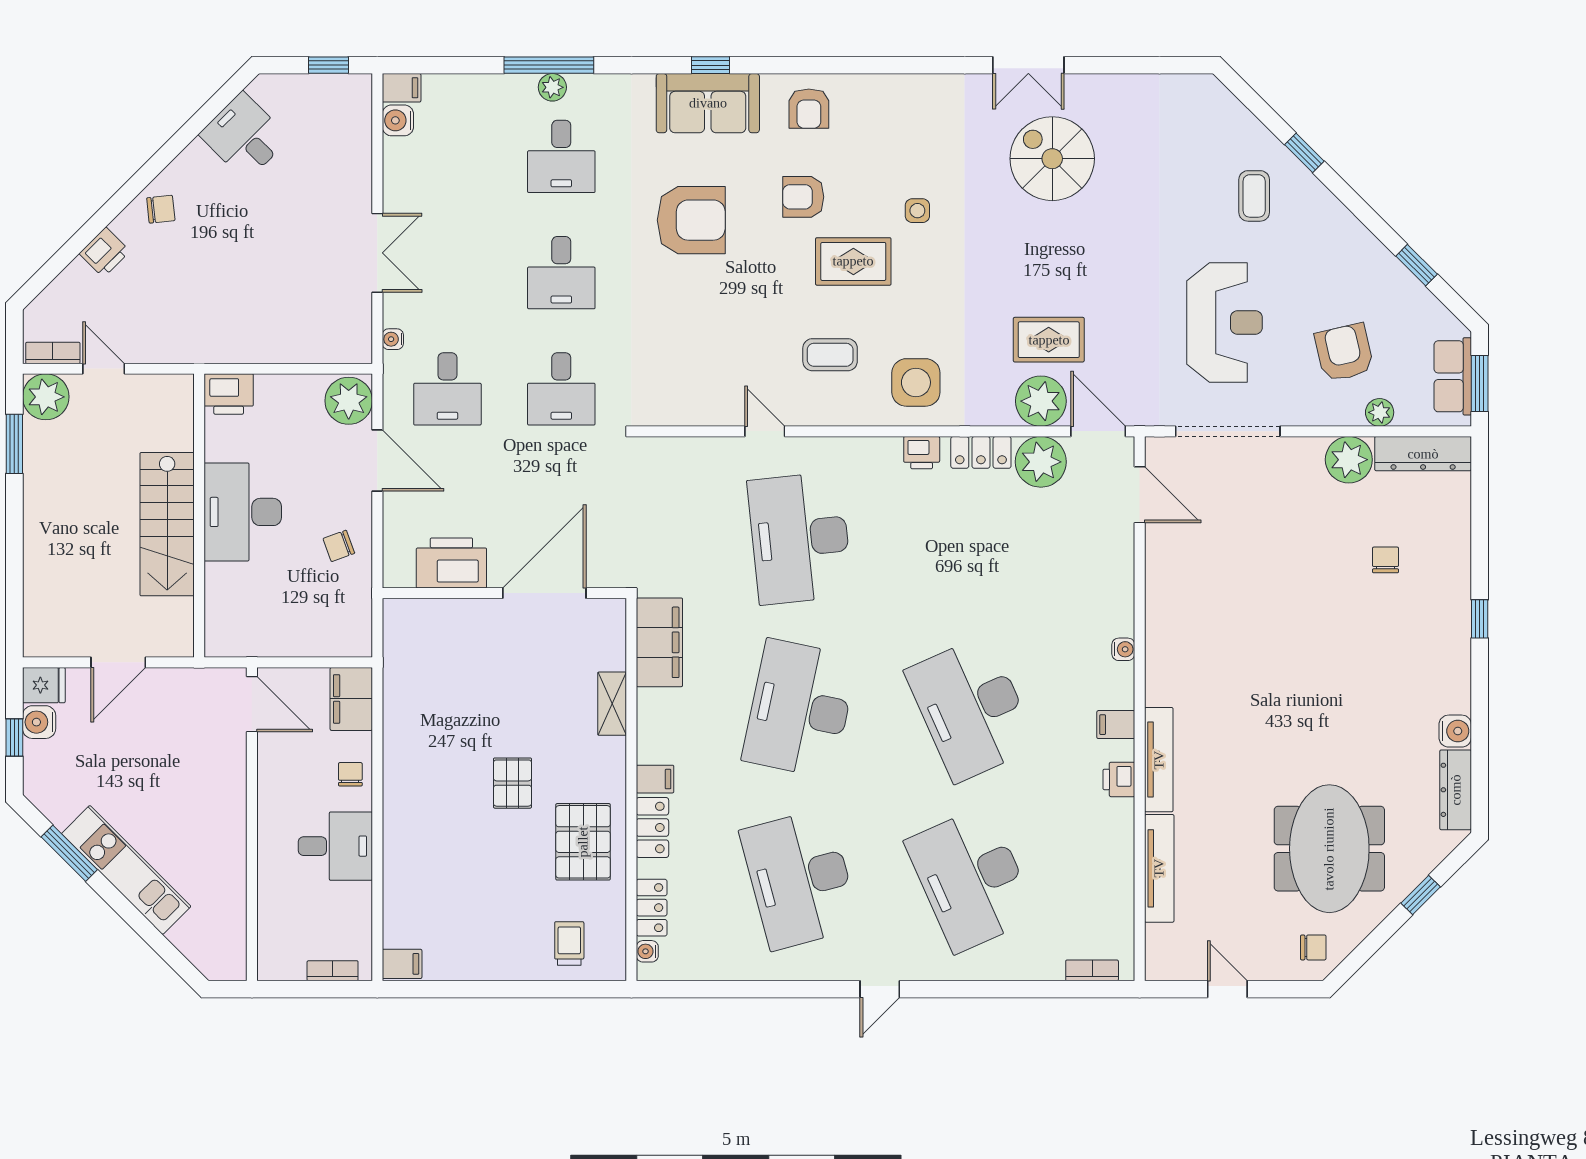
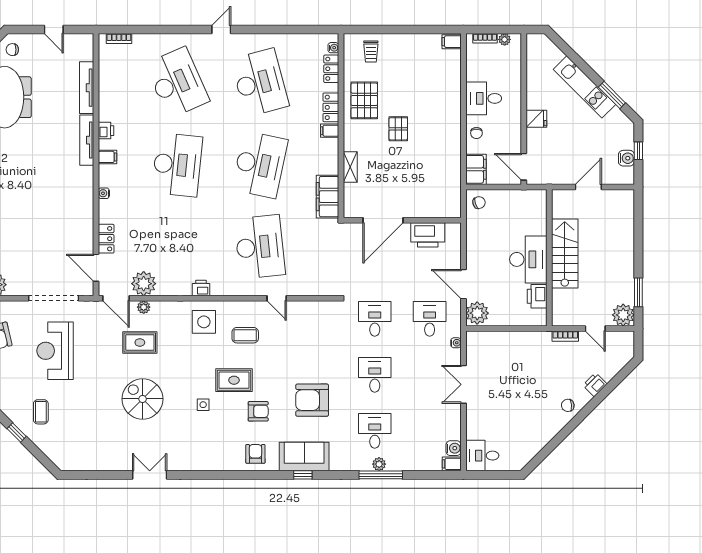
window: (329, 65) -> (487, 475), removed
desk: (244, 136) -> (482, 456), moved, turned 135
spiral stairs: (1052, 159) -> (143, 399), moved, turned 180
bookcase: (53, 353) -> (565, 336), moved
printer: (229, 394) -> (537, 296), moved, turned -90
plant: (1041, 401) -> (144, 307), width x0.53, depth x0.53
locker: (981, 452) -> (106, 239), moved, turned 90
chair: (339, 546) -> (479, 203), moved
fridge: (44, 685) -> (536, 119), moved, turned 180
desk: (971, 709) -> (177, 165), turned 30
plant: (292, 968) -> (505, 39), added

